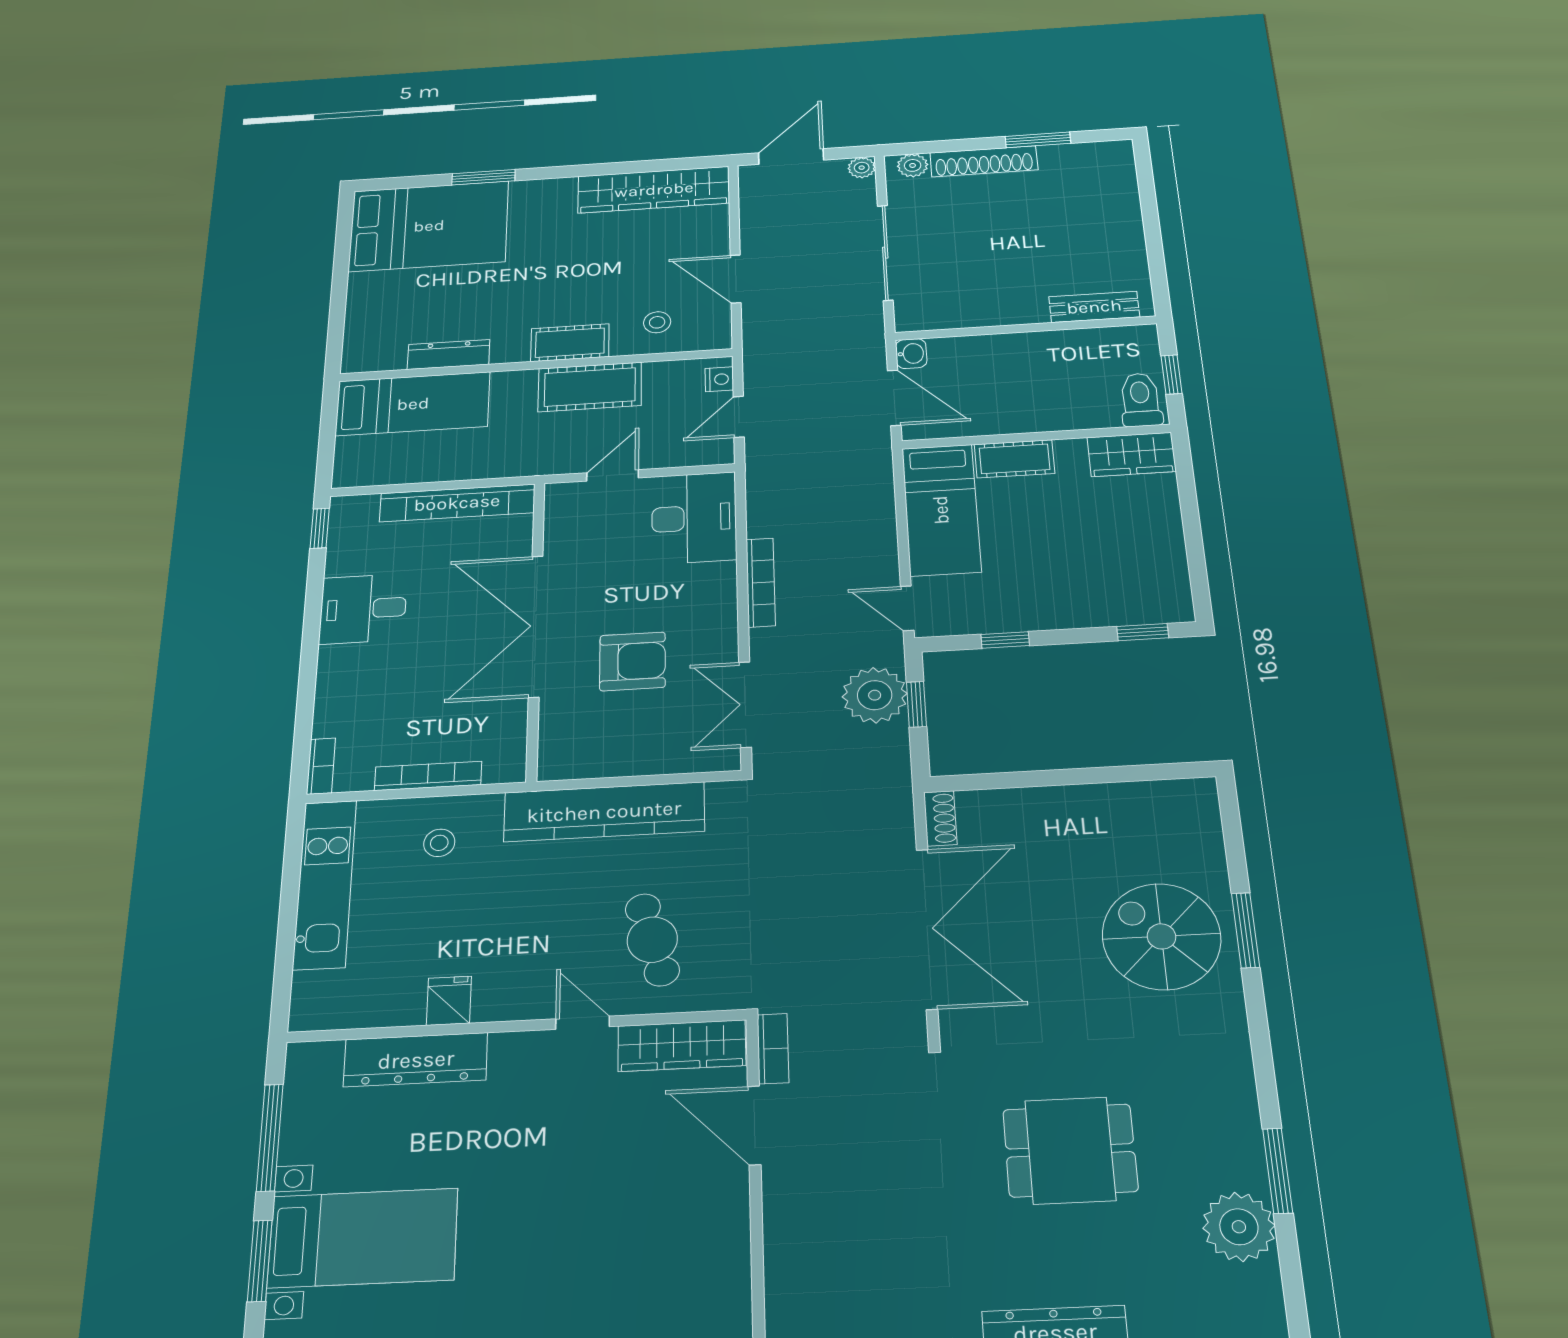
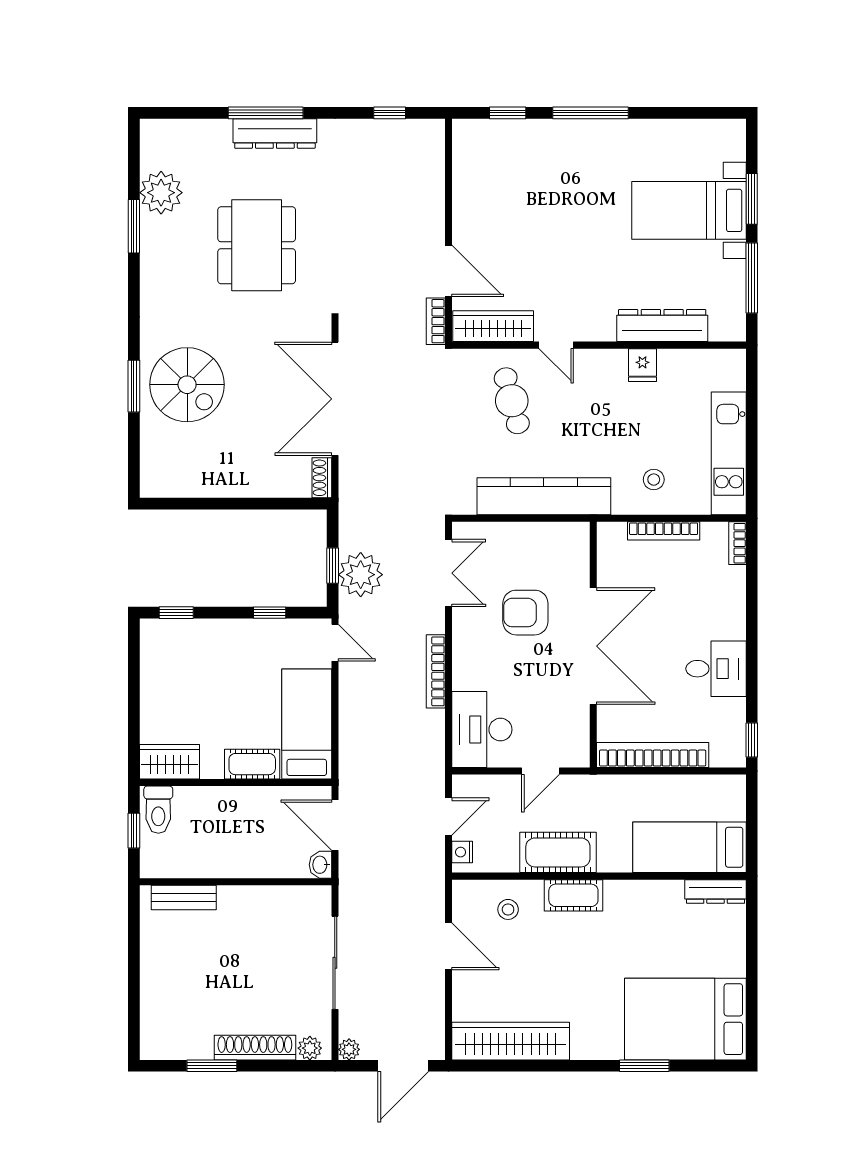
dresser: (449, 354) -> (716, 891), moved
dining table: (1070, 1150) -> (257, 245), width x1.38

